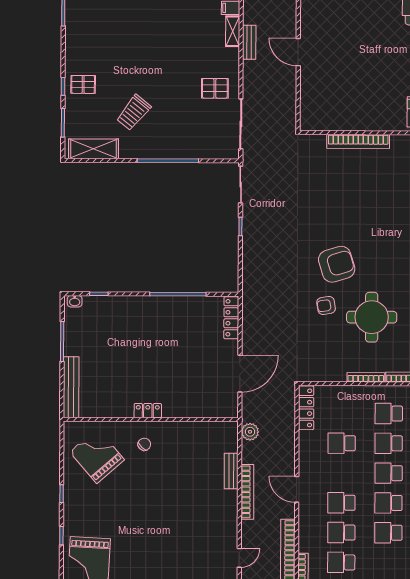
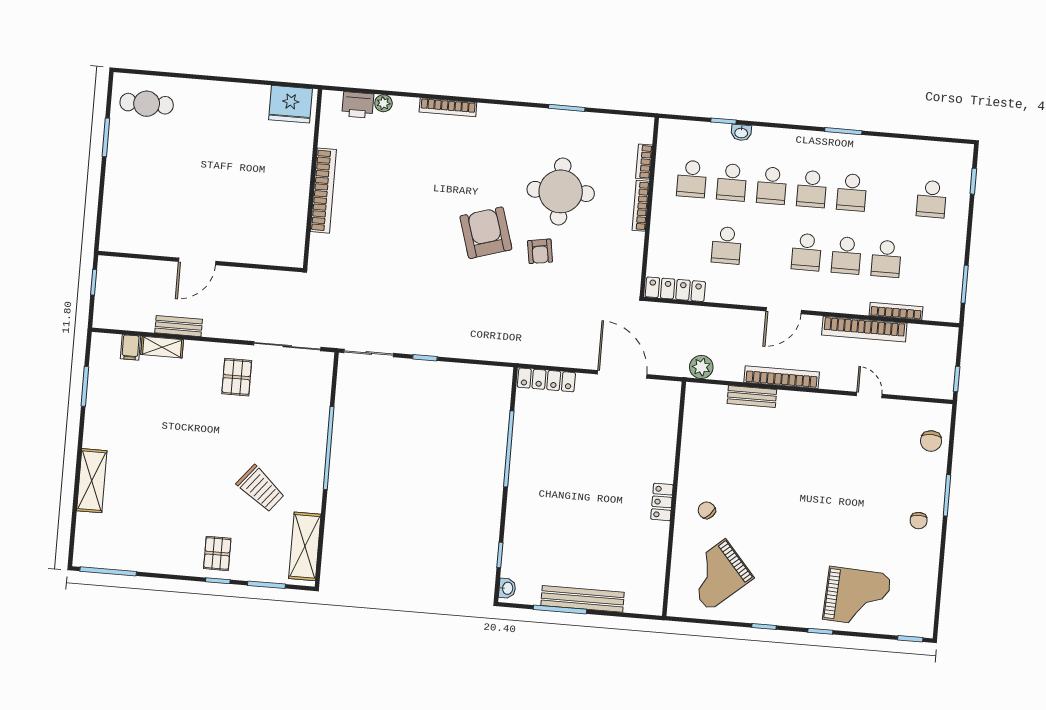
bench: (71, 387) -> (583, 599), moved

